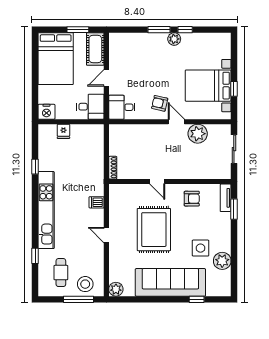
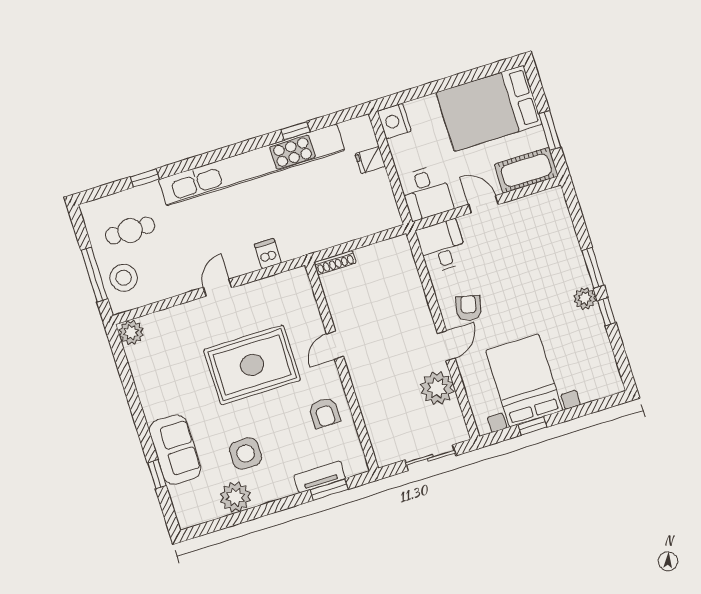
tv unit: (226, 198) -> (320, 477), moved
kitchen unit: (46, 210) -> (252, 165), width x1.36
sofa: (170, 282) -> (175, 450), width x0.54, depth x0.79

